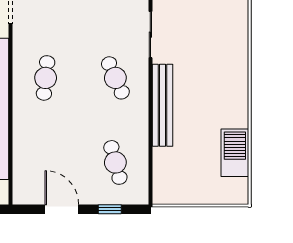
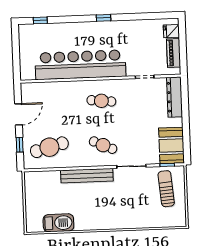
cafe table: (115, 78) -> (103, 145), turned 48
cafe table: (115, 162) -> (49, 147), width x1.37, depth x1.35

